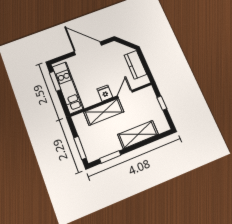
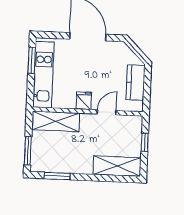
shelving: (104, 112) -> (56, 121), moved
shelving: (138, 134) -> (117, 166), moved

